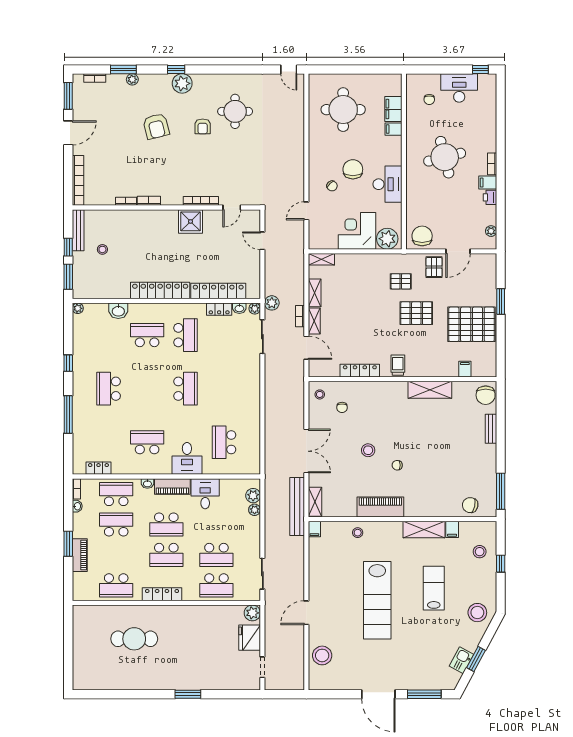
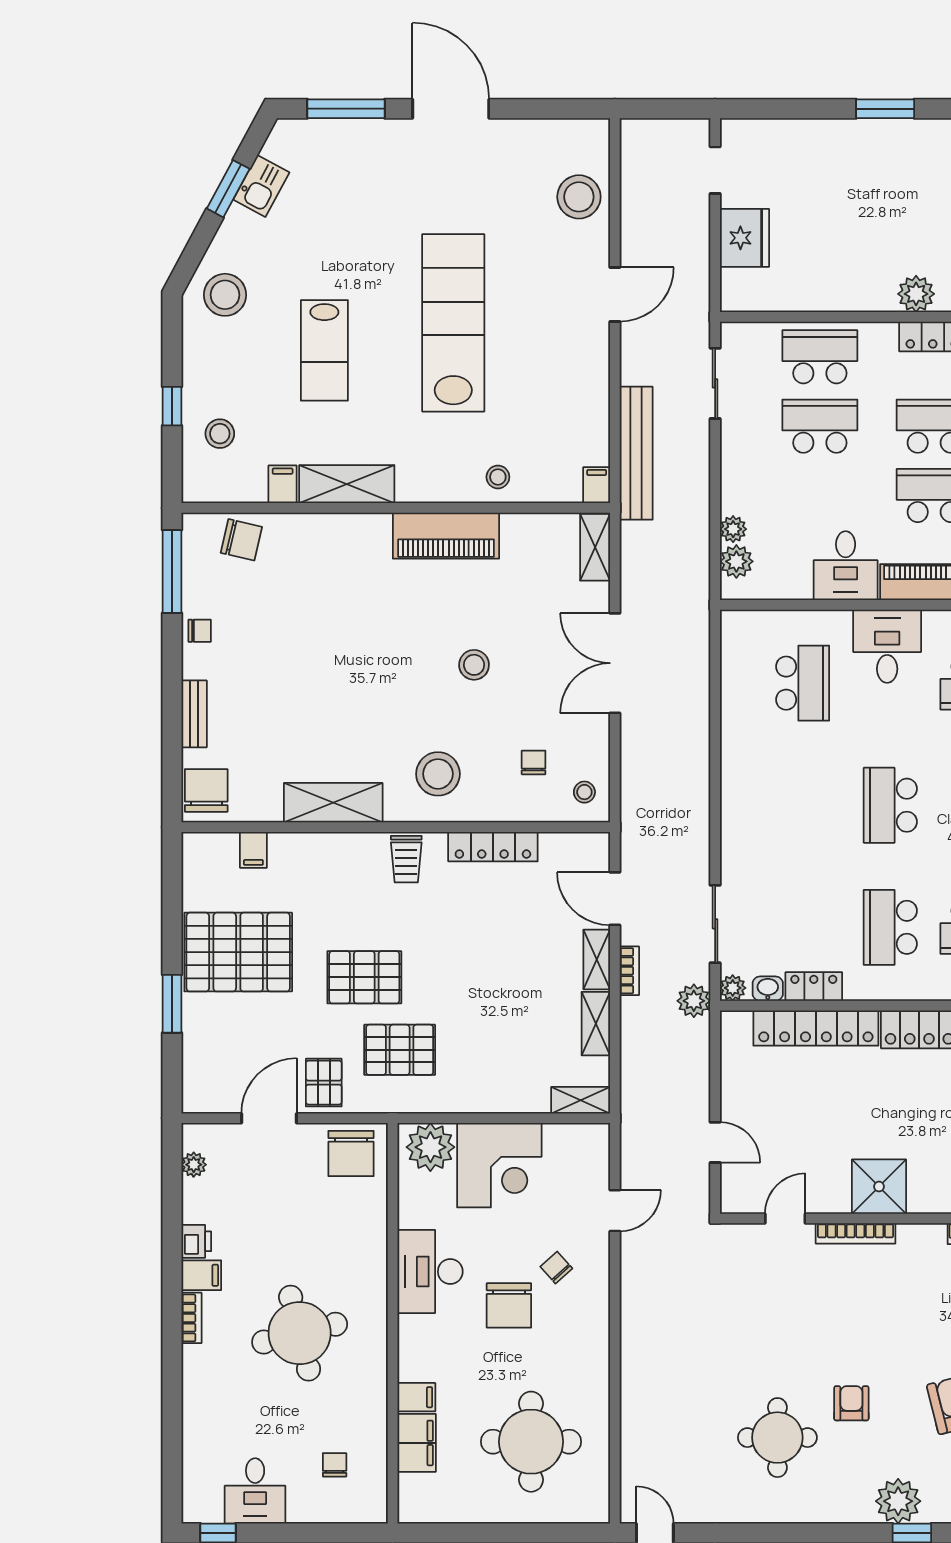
desk: (459, 88) -> (255, 1491), width x0.73
pallet: (401, 281) -> (400, 1050), width x1.50, depth x1.42
stool: (384, 402) -> (438, 774), added
chair: (397, 465) -> (200, 631), moved
bench: (297, 507) -> (636, 453), moved
plant: (252, 613) -> (916, 294), moved

